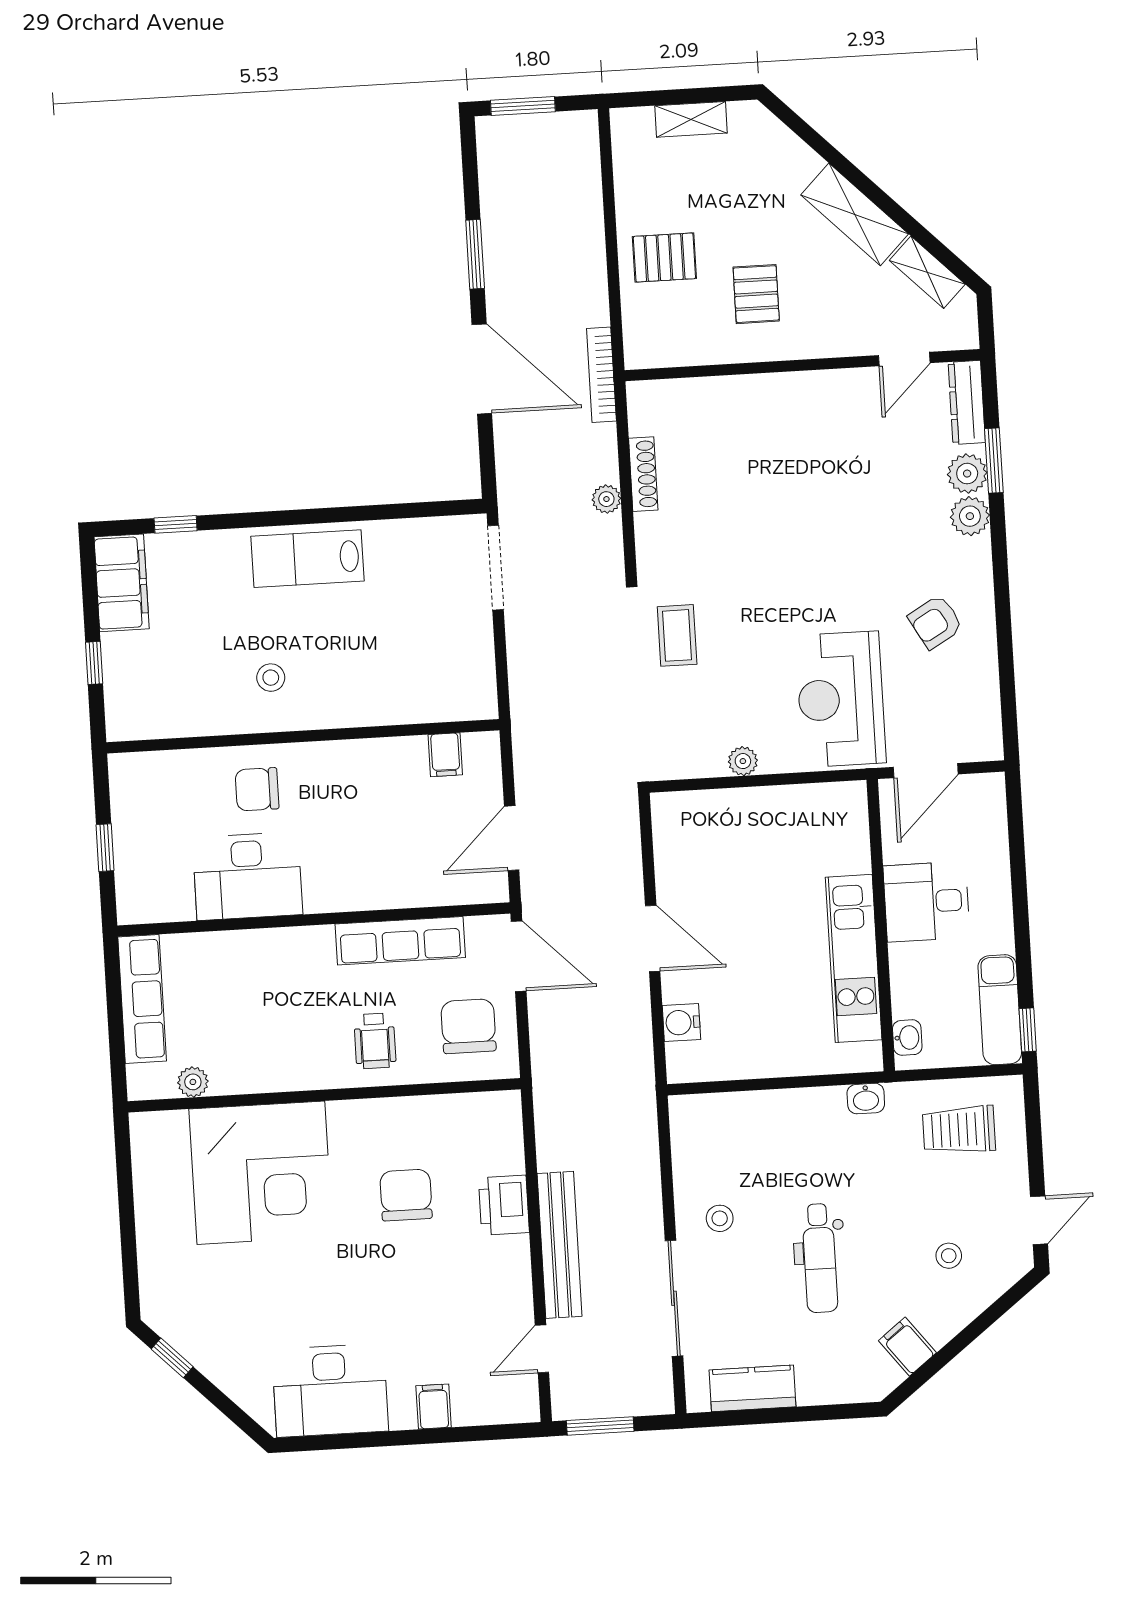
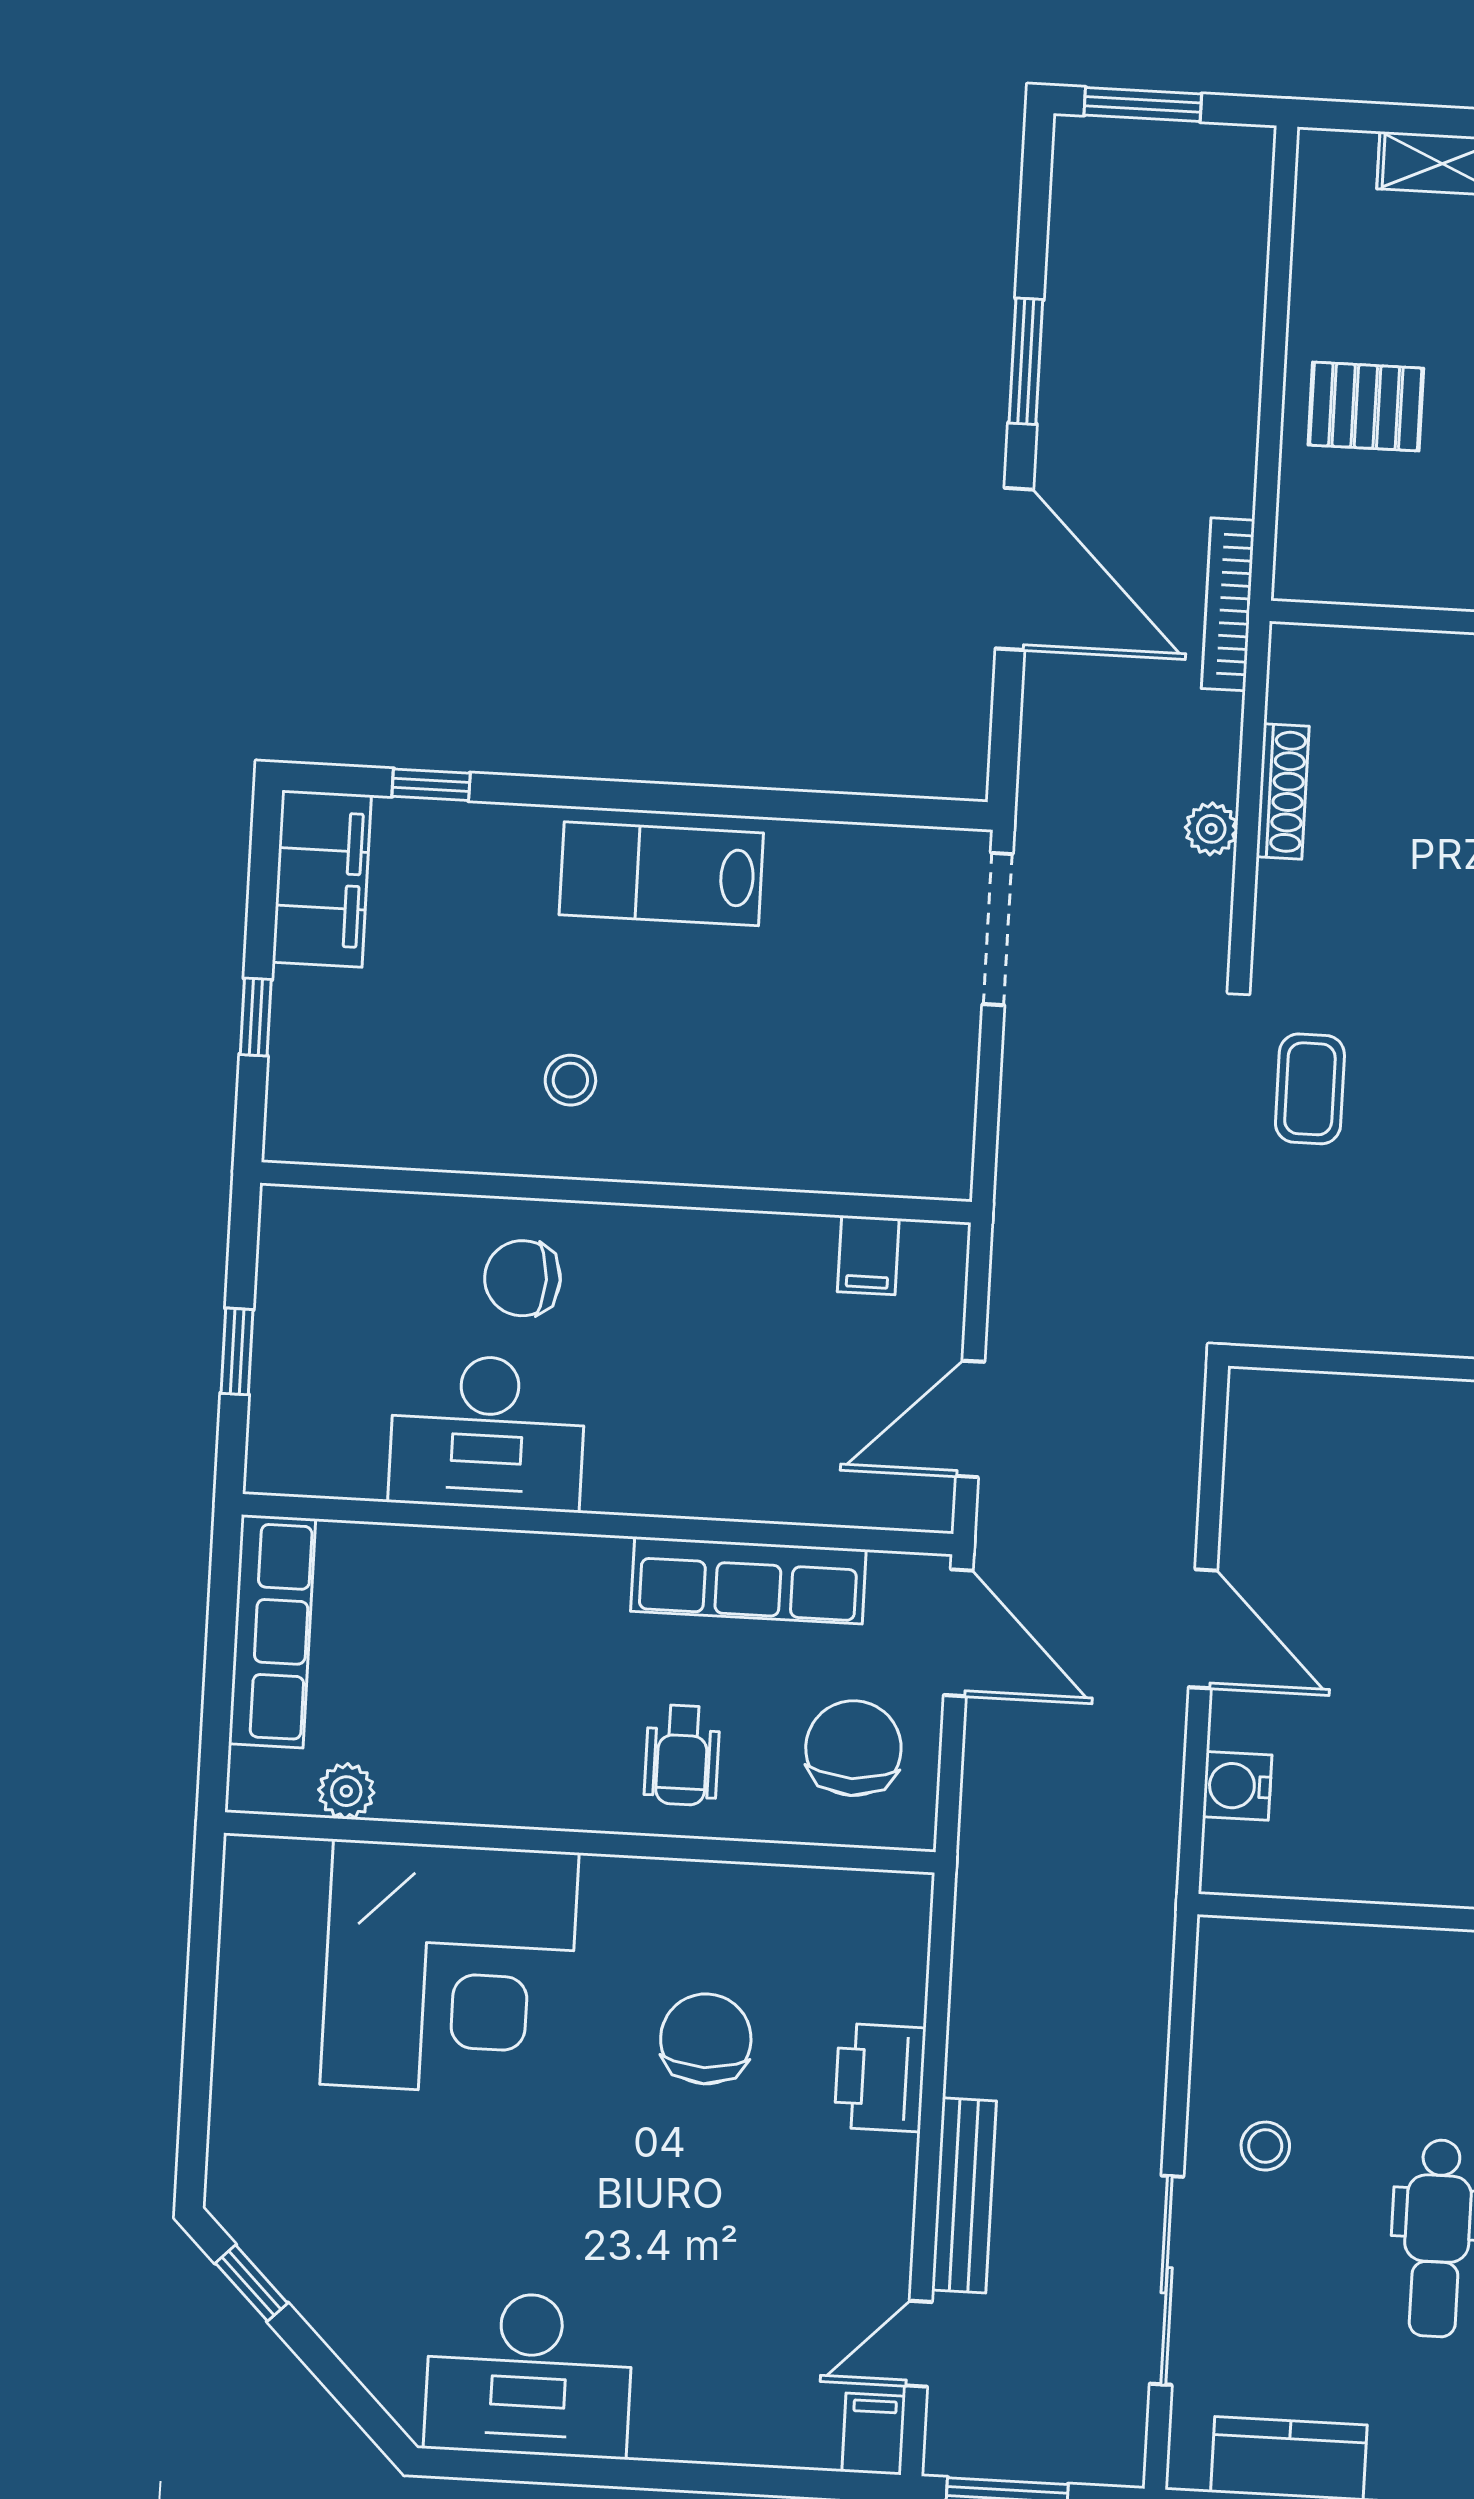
plant: (743, 761) -> (1402, 1329), removed
bench: (560, 1245) -> (964, 2195), width x0.73, depth x0.82
filing cabinet: (434, 1407) -> (874, 2434), moved

